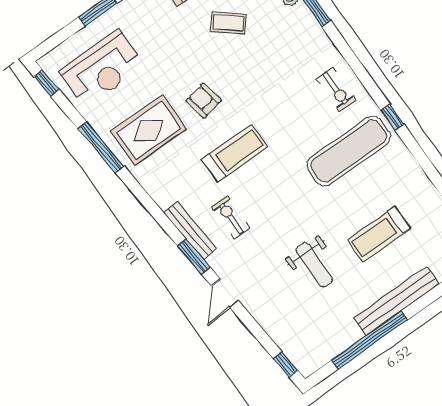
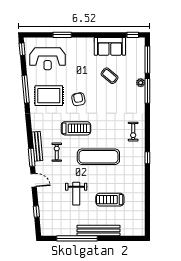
exercise mat: (349, 151) -> (98, 157), moved
door: (225, 293) -> (34, 180), swing flipped
window: (286, 365) -> (36, 211), moved

